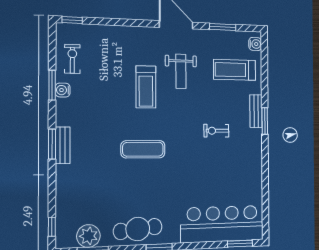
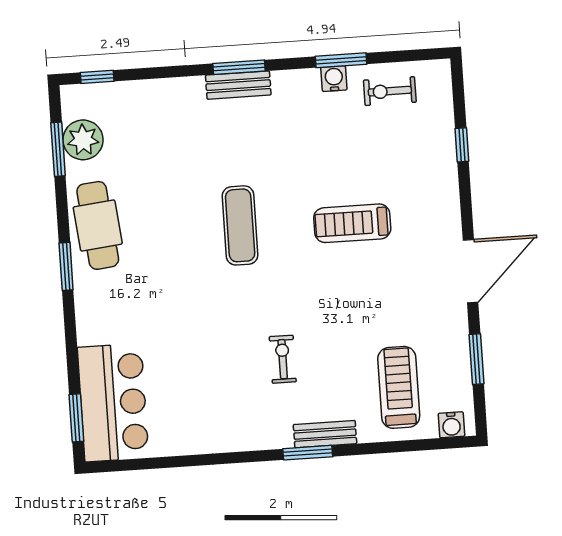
window: (72, 20) -> (462, 145), moved
exercise bike: (72, 59) -> (390, 91), turned 180
weight bench: (181, 71) -> (386, 286), removed
bar counter: (222, 224) -> (113, 403), width x0.73

